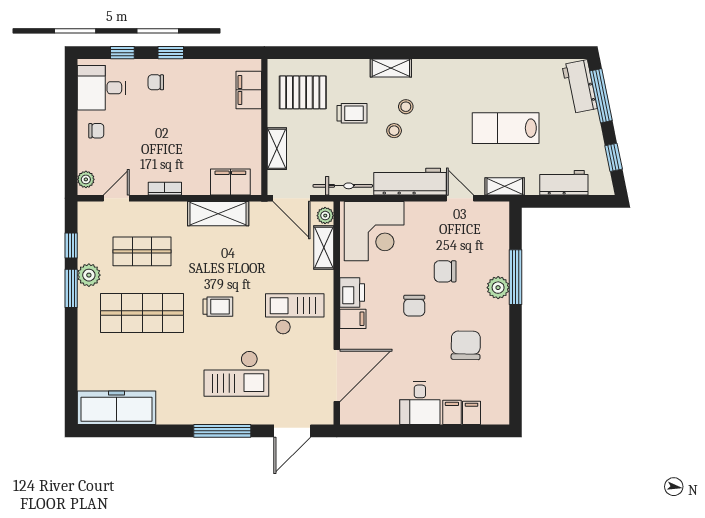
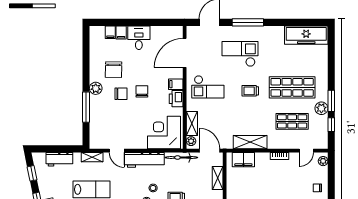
chair: (445, 271) -> (121, 94), moved
plant: (498, 288) -> (96, 88), moved

